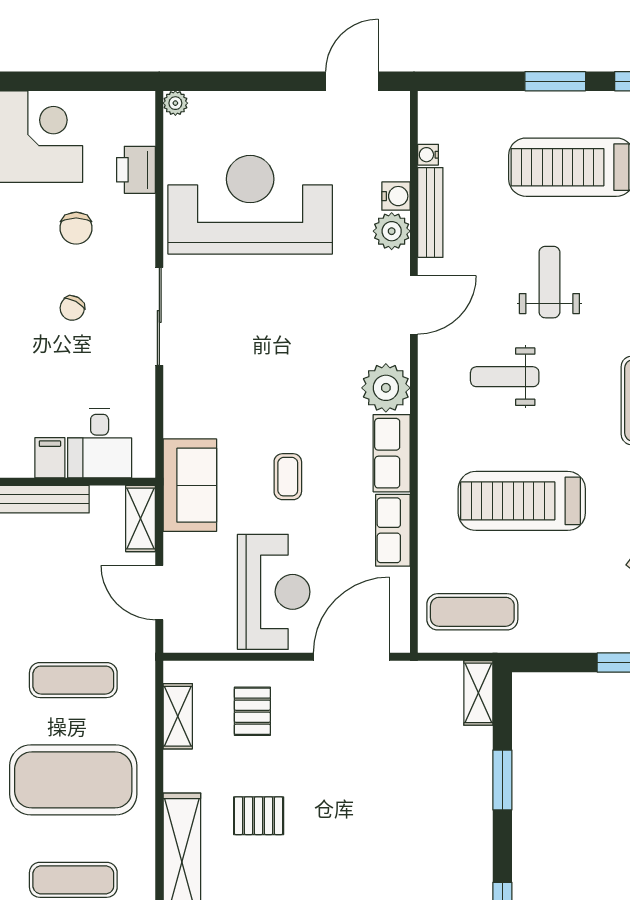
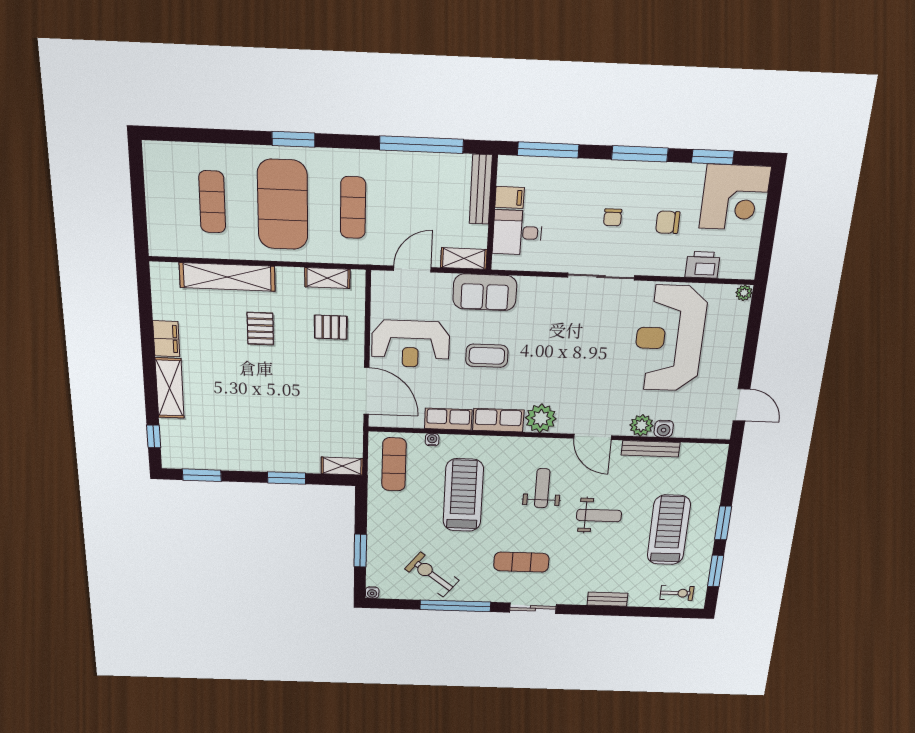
water cooler: (428, 155) -> (432, 440), moved
reception desk: (250, 205) -> (669, 339), turned 180
chair: (72, 308) -> (613, 217), turned -118
coffee table: (288, 477) -> (487, 356), width x1.36, depth x1.30

